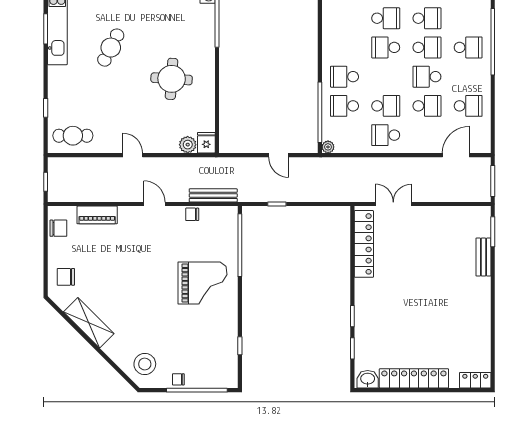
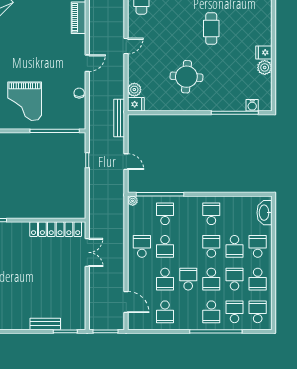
school desk: (427, 18) -> (234, 279), turned 180
school desk: (468, 18) -> (234, 312), added
cafe table: (111, 48) -> (211, 29), turned 63
school desk: (344, 77) -> (211, 214), moved
door: (279, 155) -> (126, 162), swing flipped
bench: (213, 195) -> (119, 118), moved

